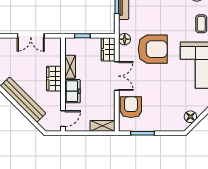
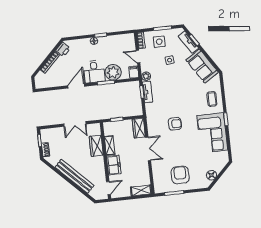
floor lamp: (125, 39) -> (151, 118), removed
armchair: (153, 49) -> (175, 124), width x0.53, depth x0.53
wardrobe: (54, 79) -> (96, 146), moved
armchair: (131, 107) -> (180, 175), moved

